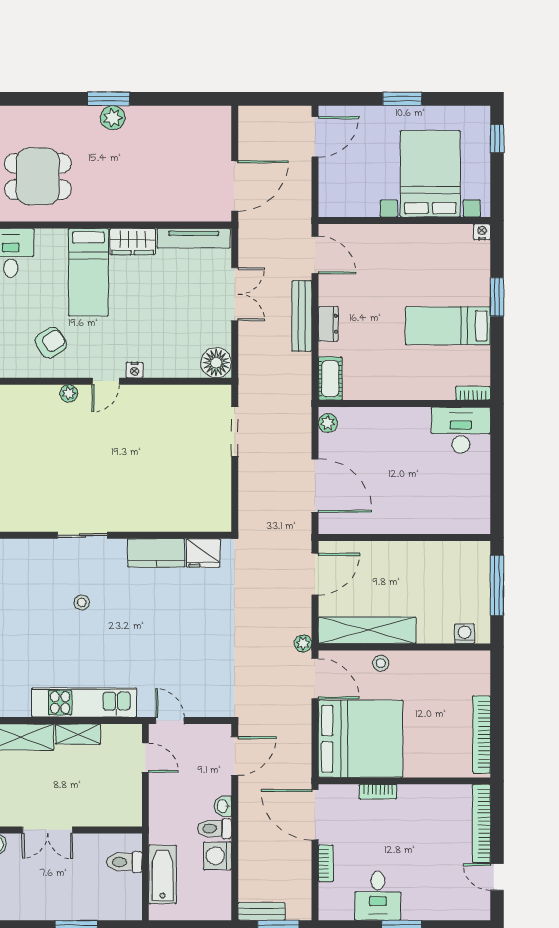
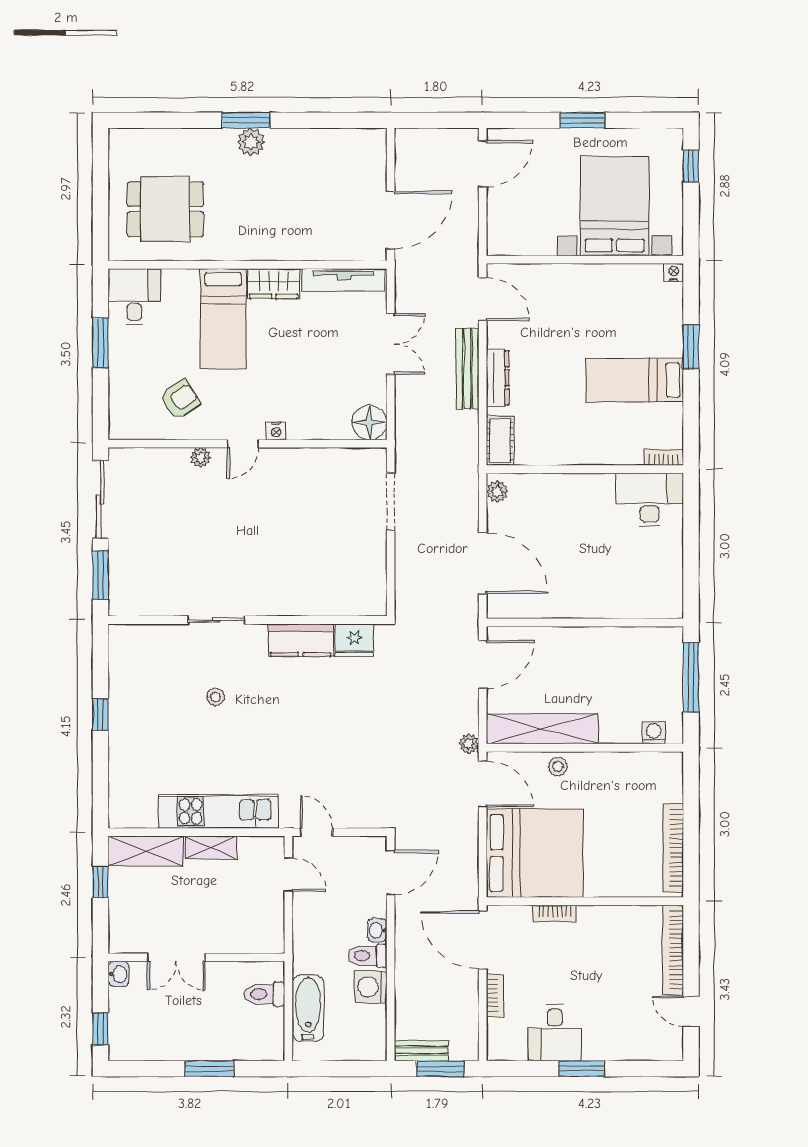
dresser: (328, 324) -> (498, 378), width x1.44

